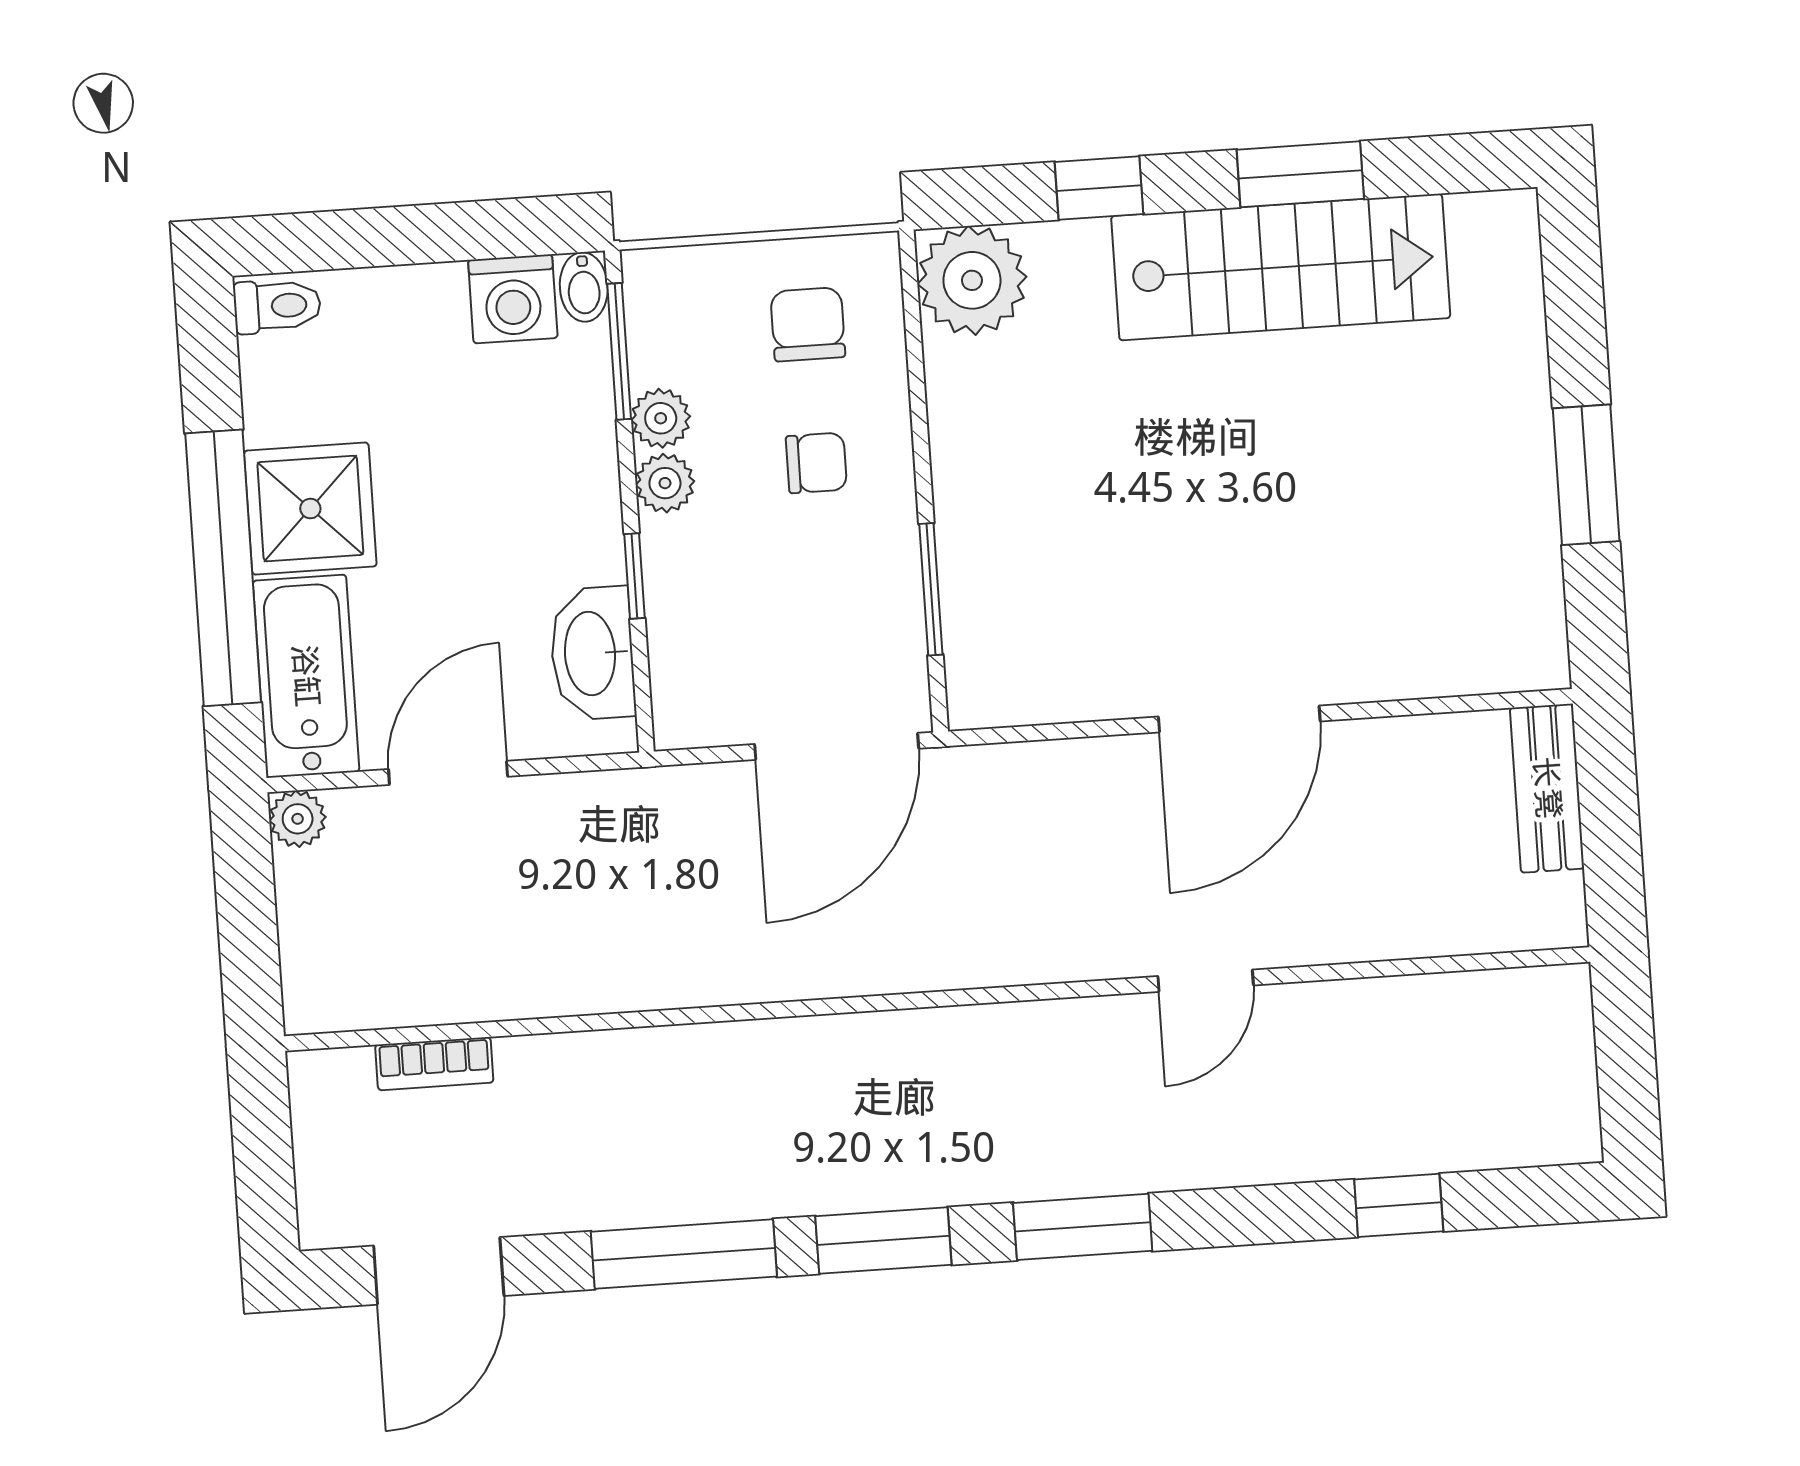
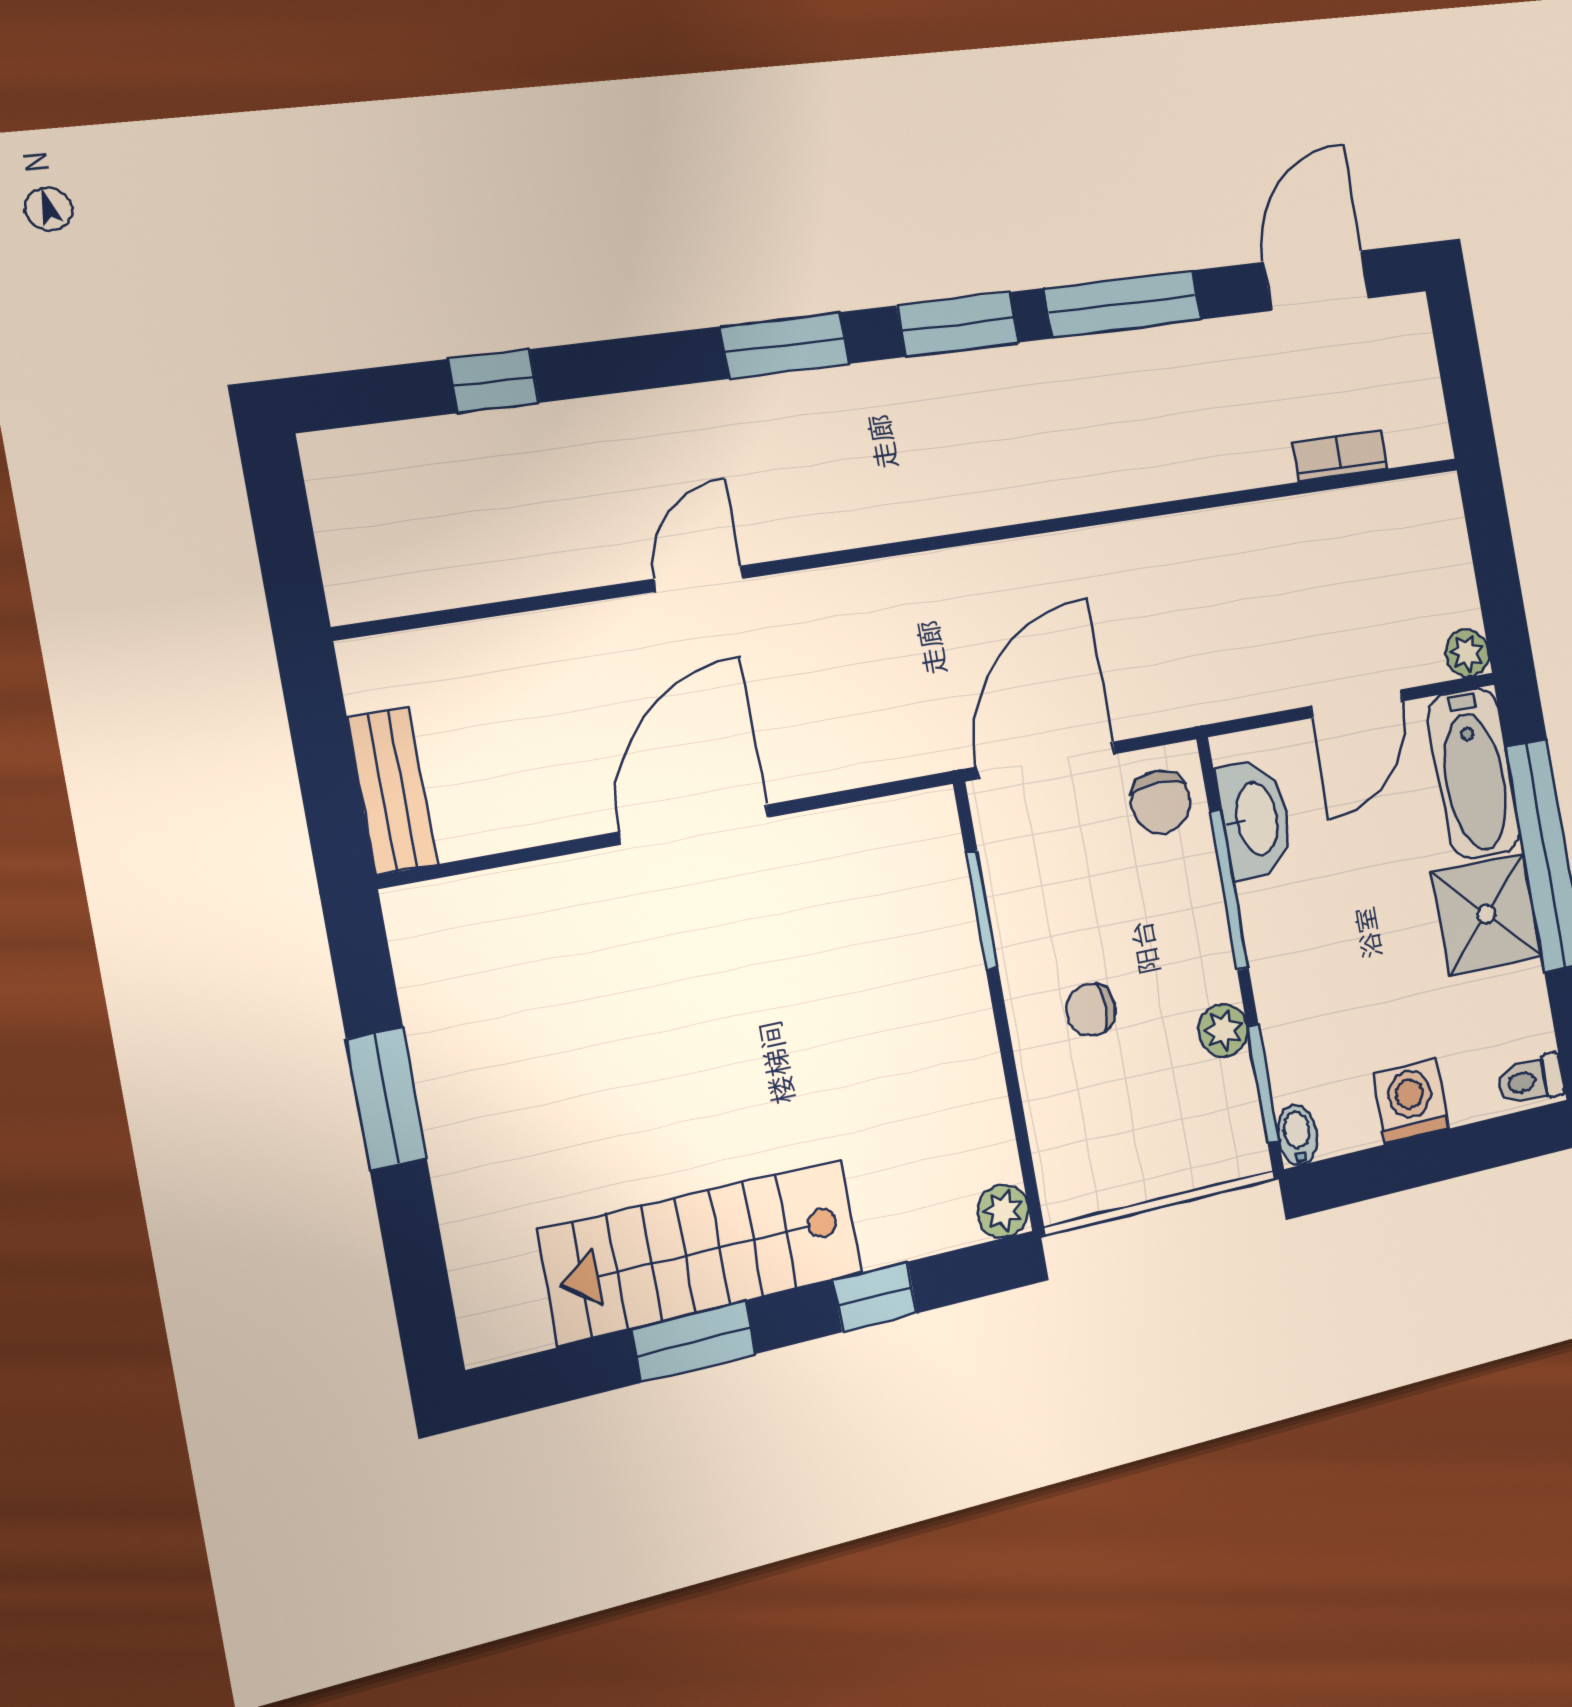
plant: (972, 280) -> (1003, 1211), width x0.53, depth x0.53
washing machine: (513, 299) -> (1411, 1101), moved
chair: (808, 324) -> (1161, 802), moved
plant: (665, 483) -> (1213, 974), removed
window: (634, 576) -> (1229, 890), width x2.17

